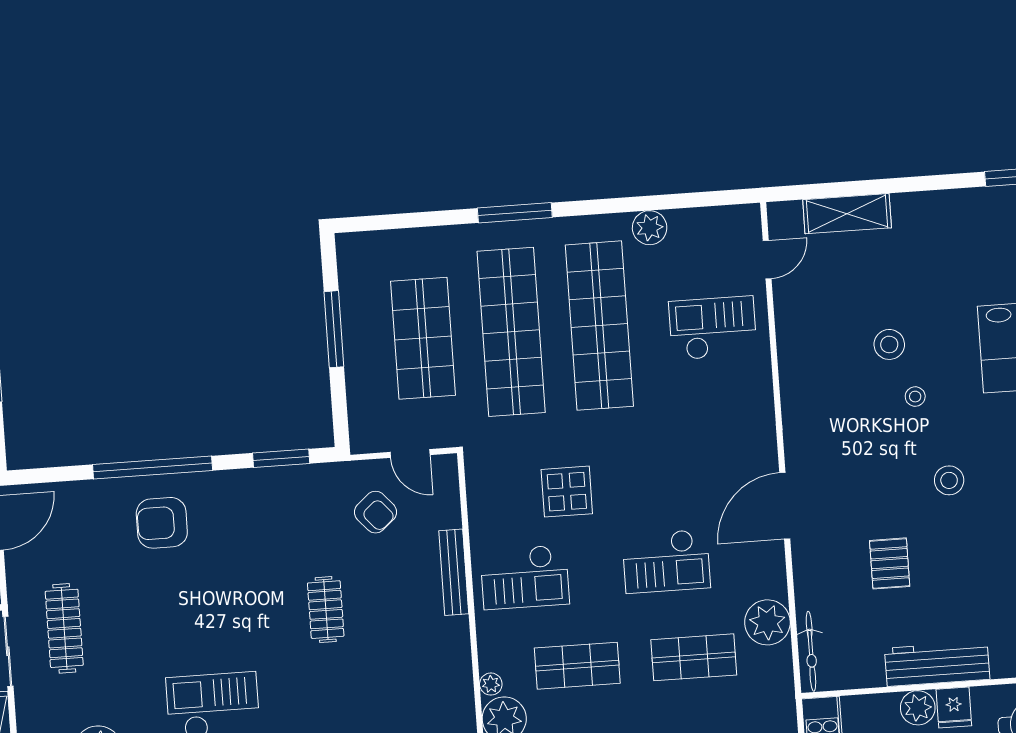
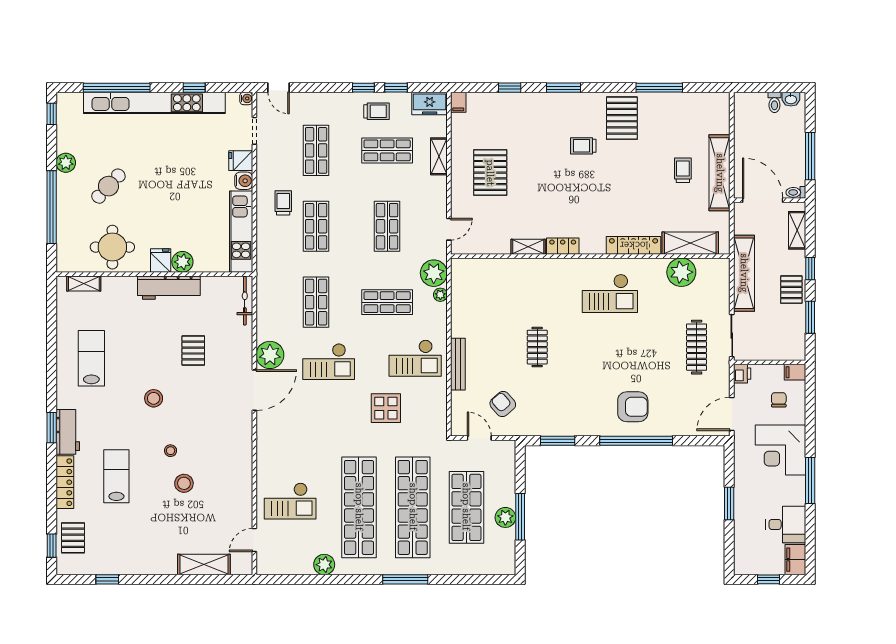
plant: (358, 326) -> (505, 517), added
checkout: (666, 561) -> (329, 362), turned 180
checkout: (525, 577) -> (415, 358), turned 180
plant: (767, 622) -> (270, 355), moved
shop shelf: (694, 657) -> (316, 302), turned 90

